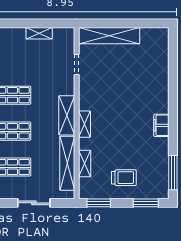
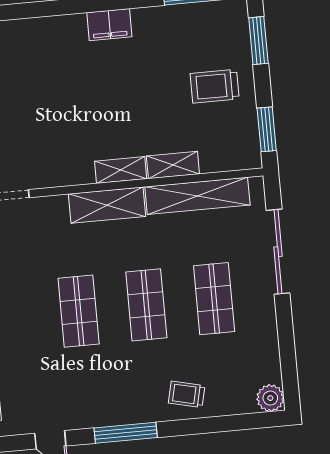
shelving: (85, 163) -> (173, 165), moved
trolley: (124, 178) -> (215, 86), turned -90
sliding door: (34, 203) -> (278, 252), width x1.37

